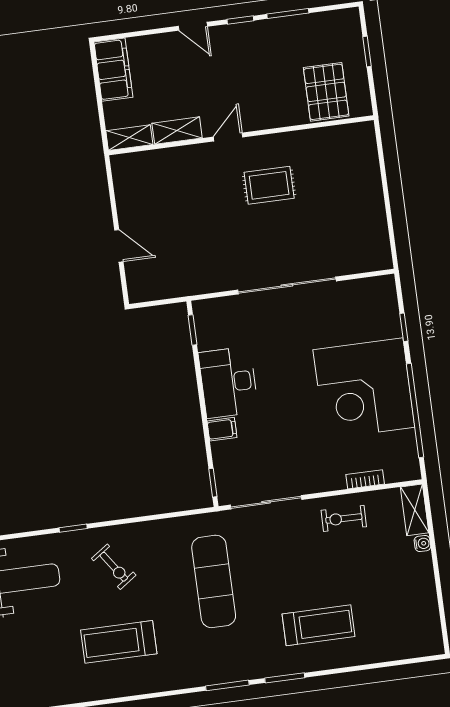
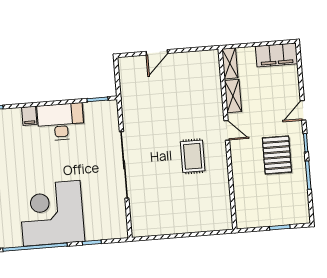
pallet: (326, 92) -> (277, 155), moved, turned 90

